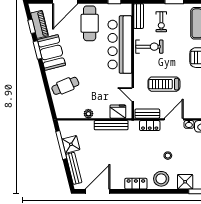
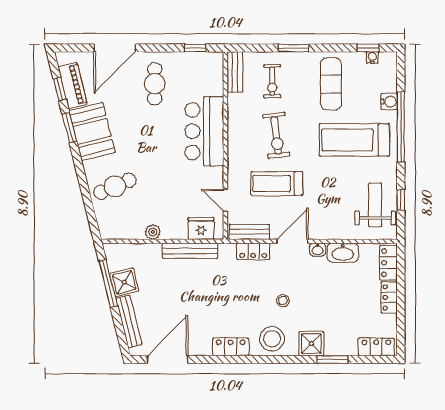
cafe table: (90, 23) -> (155, 84), width x0.73, depth x0.74
bar counter: (120, 45) -> (204, 131), width x0.73
exercise bike: (149, 47) -> (276, 135), moved, turned 83

